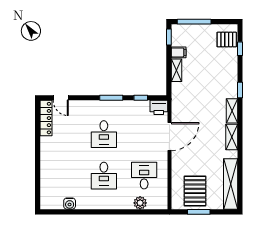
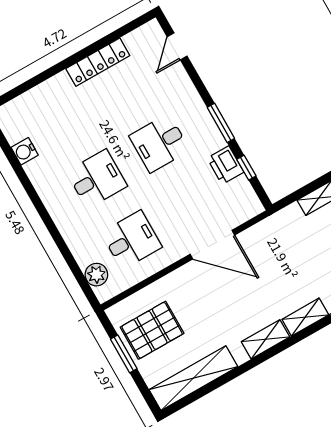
printer: (159, 107) -> (225, 165), moved
locker: (46, 118) -> (98, 62), moved
desk: (104, 176) -> (97, 179), turned 180
plant: (140, 203) -> (96, 275), moved

